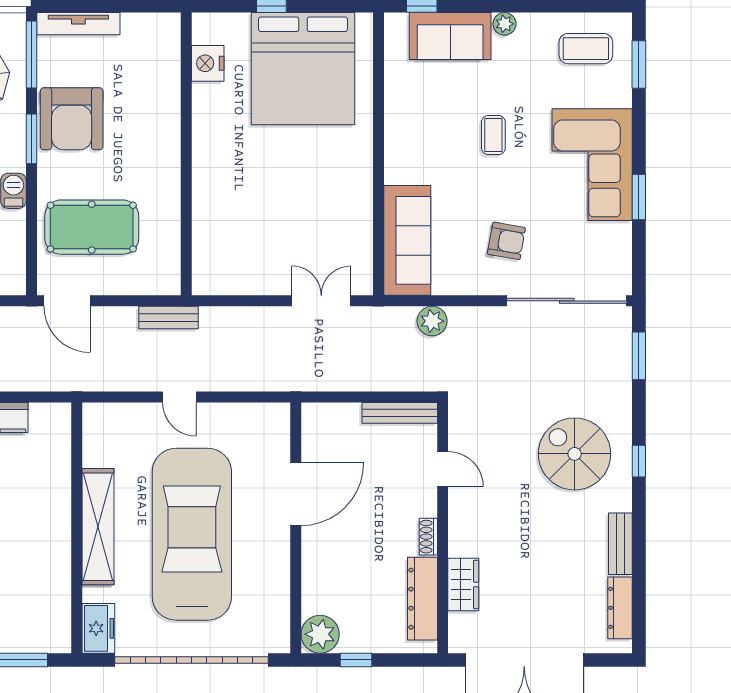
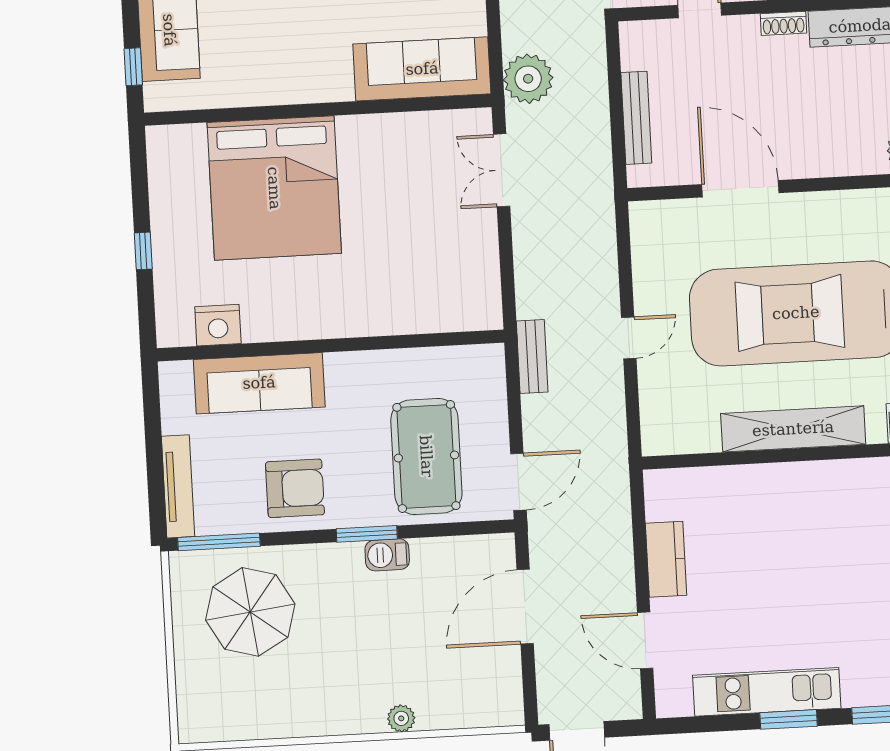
bed: (303, 69) -> (274, 188), moved, turned 90
sofa: (159, 94) -> (259, 383), added
armchair: (72, 119) -> (295, 488), width x0.73, depth x0.73
window: (31, 139) -> (367, 534), moved
plant: (432, 321) -> (528, 79), moved, width x1.36, depth x1.36
bench: (400, 413) -> (636, 118), moved

